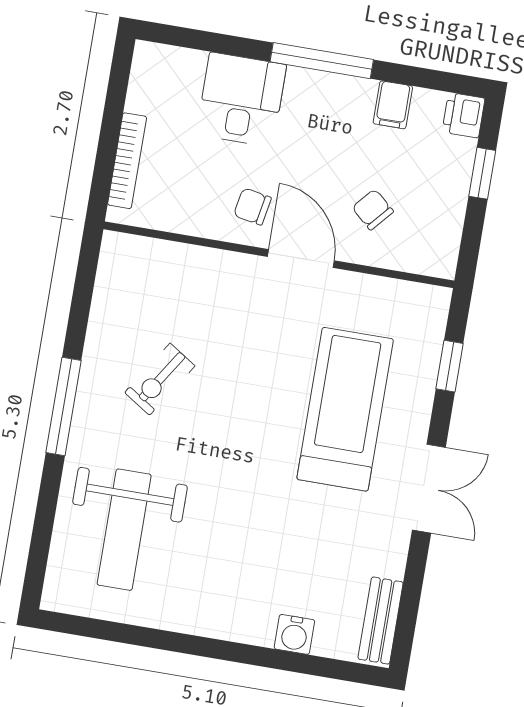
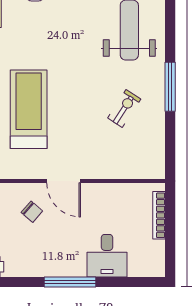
filing cabinet: (393, 105) -> (31, 266), removed
chair: (252, 207) -> (92, 203), removed
treadmill: (345, 409) -> (29, 109), turned 180

